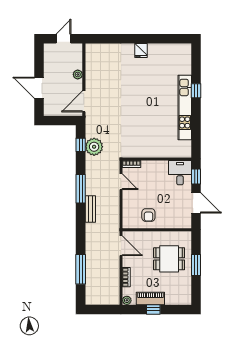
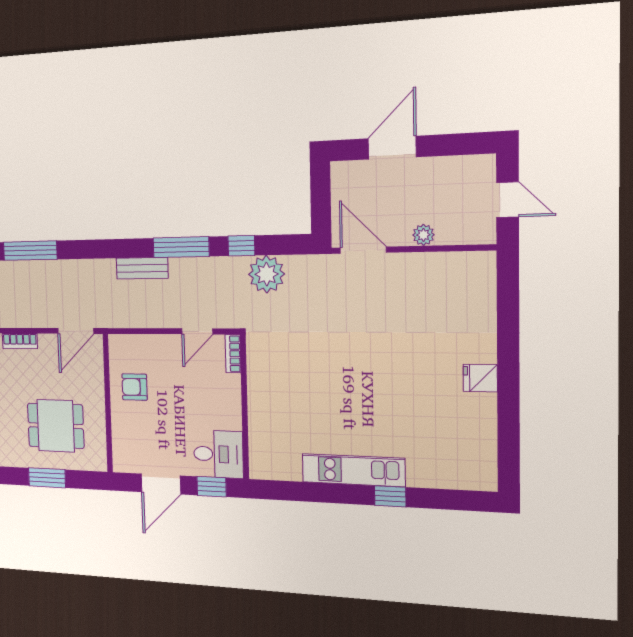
kitchen unit: (185, 108) -> (353, 470), width x0.73
window: (81, 145) -> (241, 246), moved
dining table: (169, 259) -> (56, 426), turned 90

